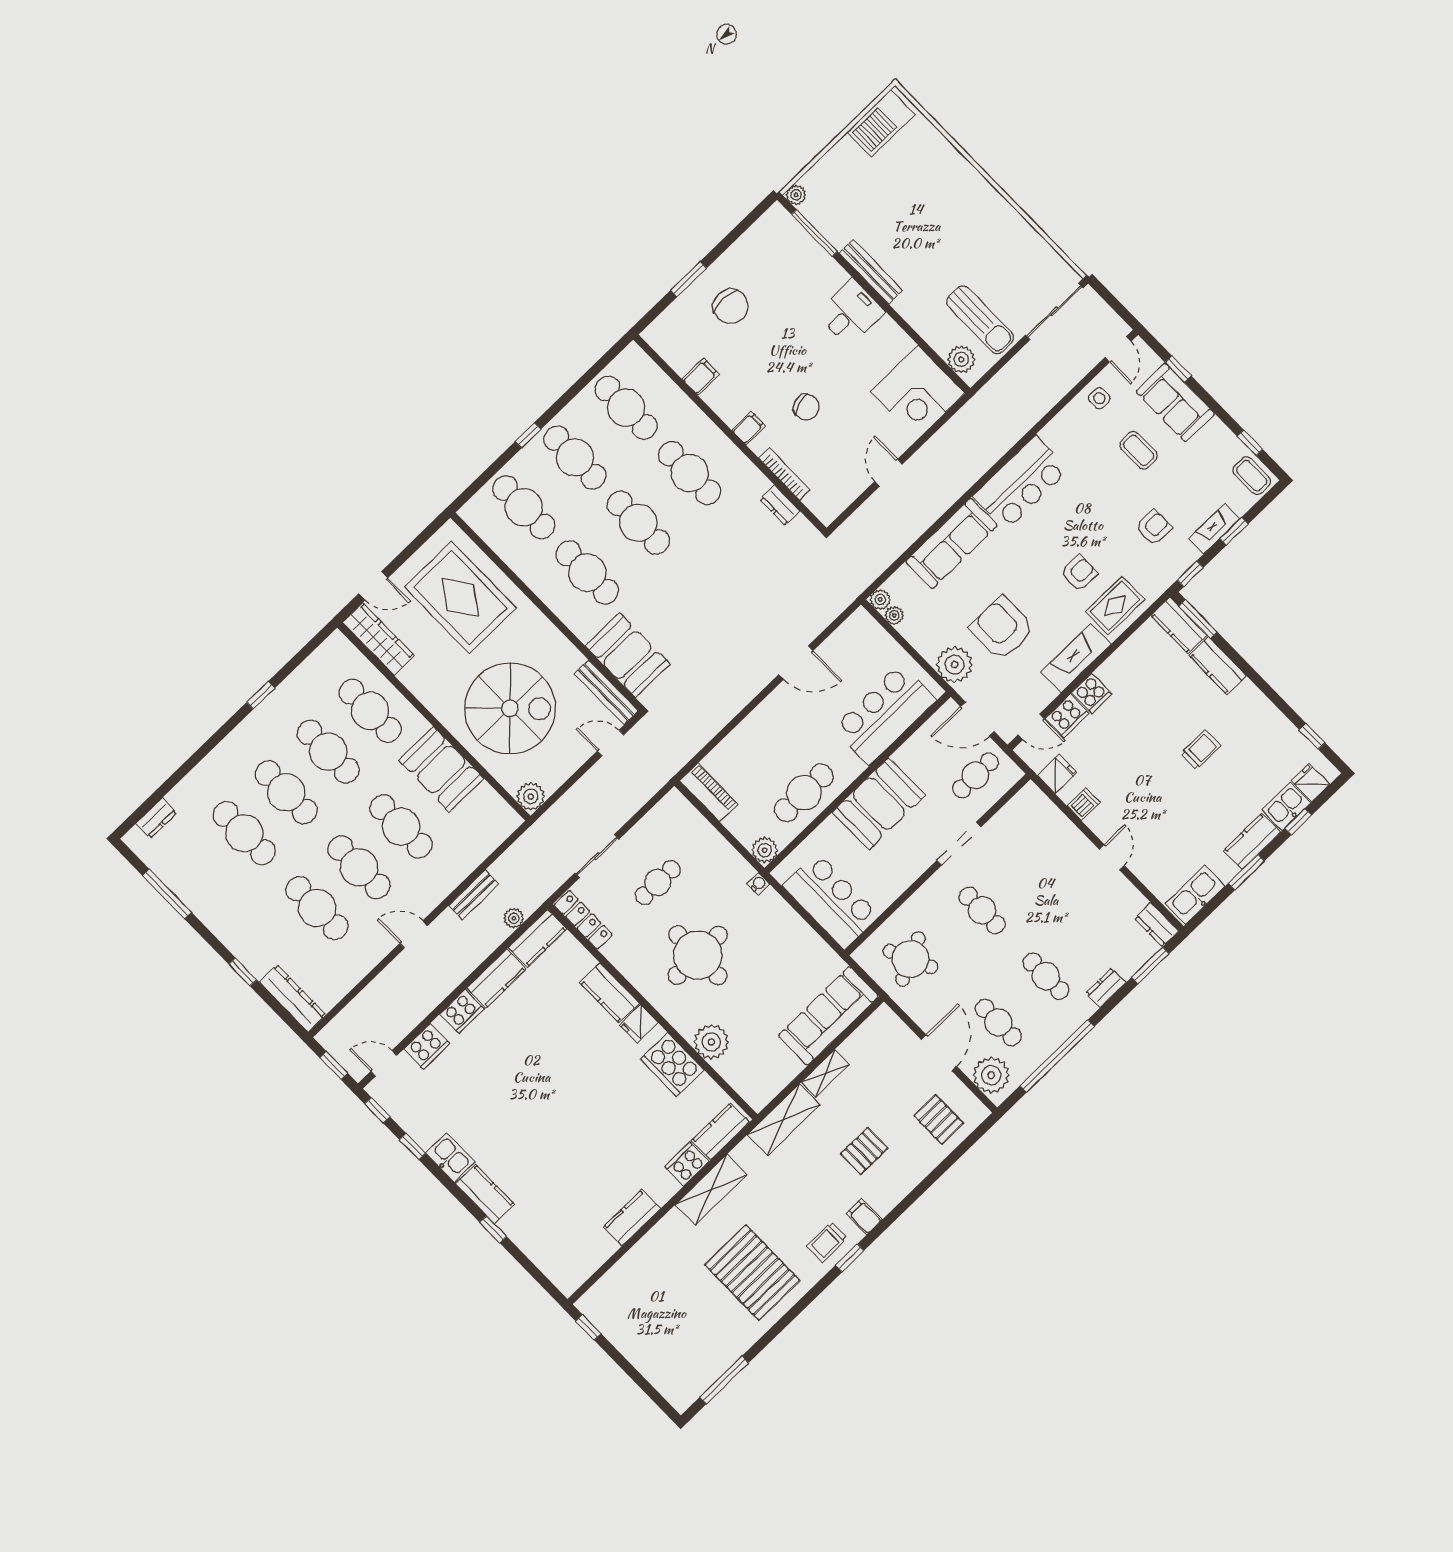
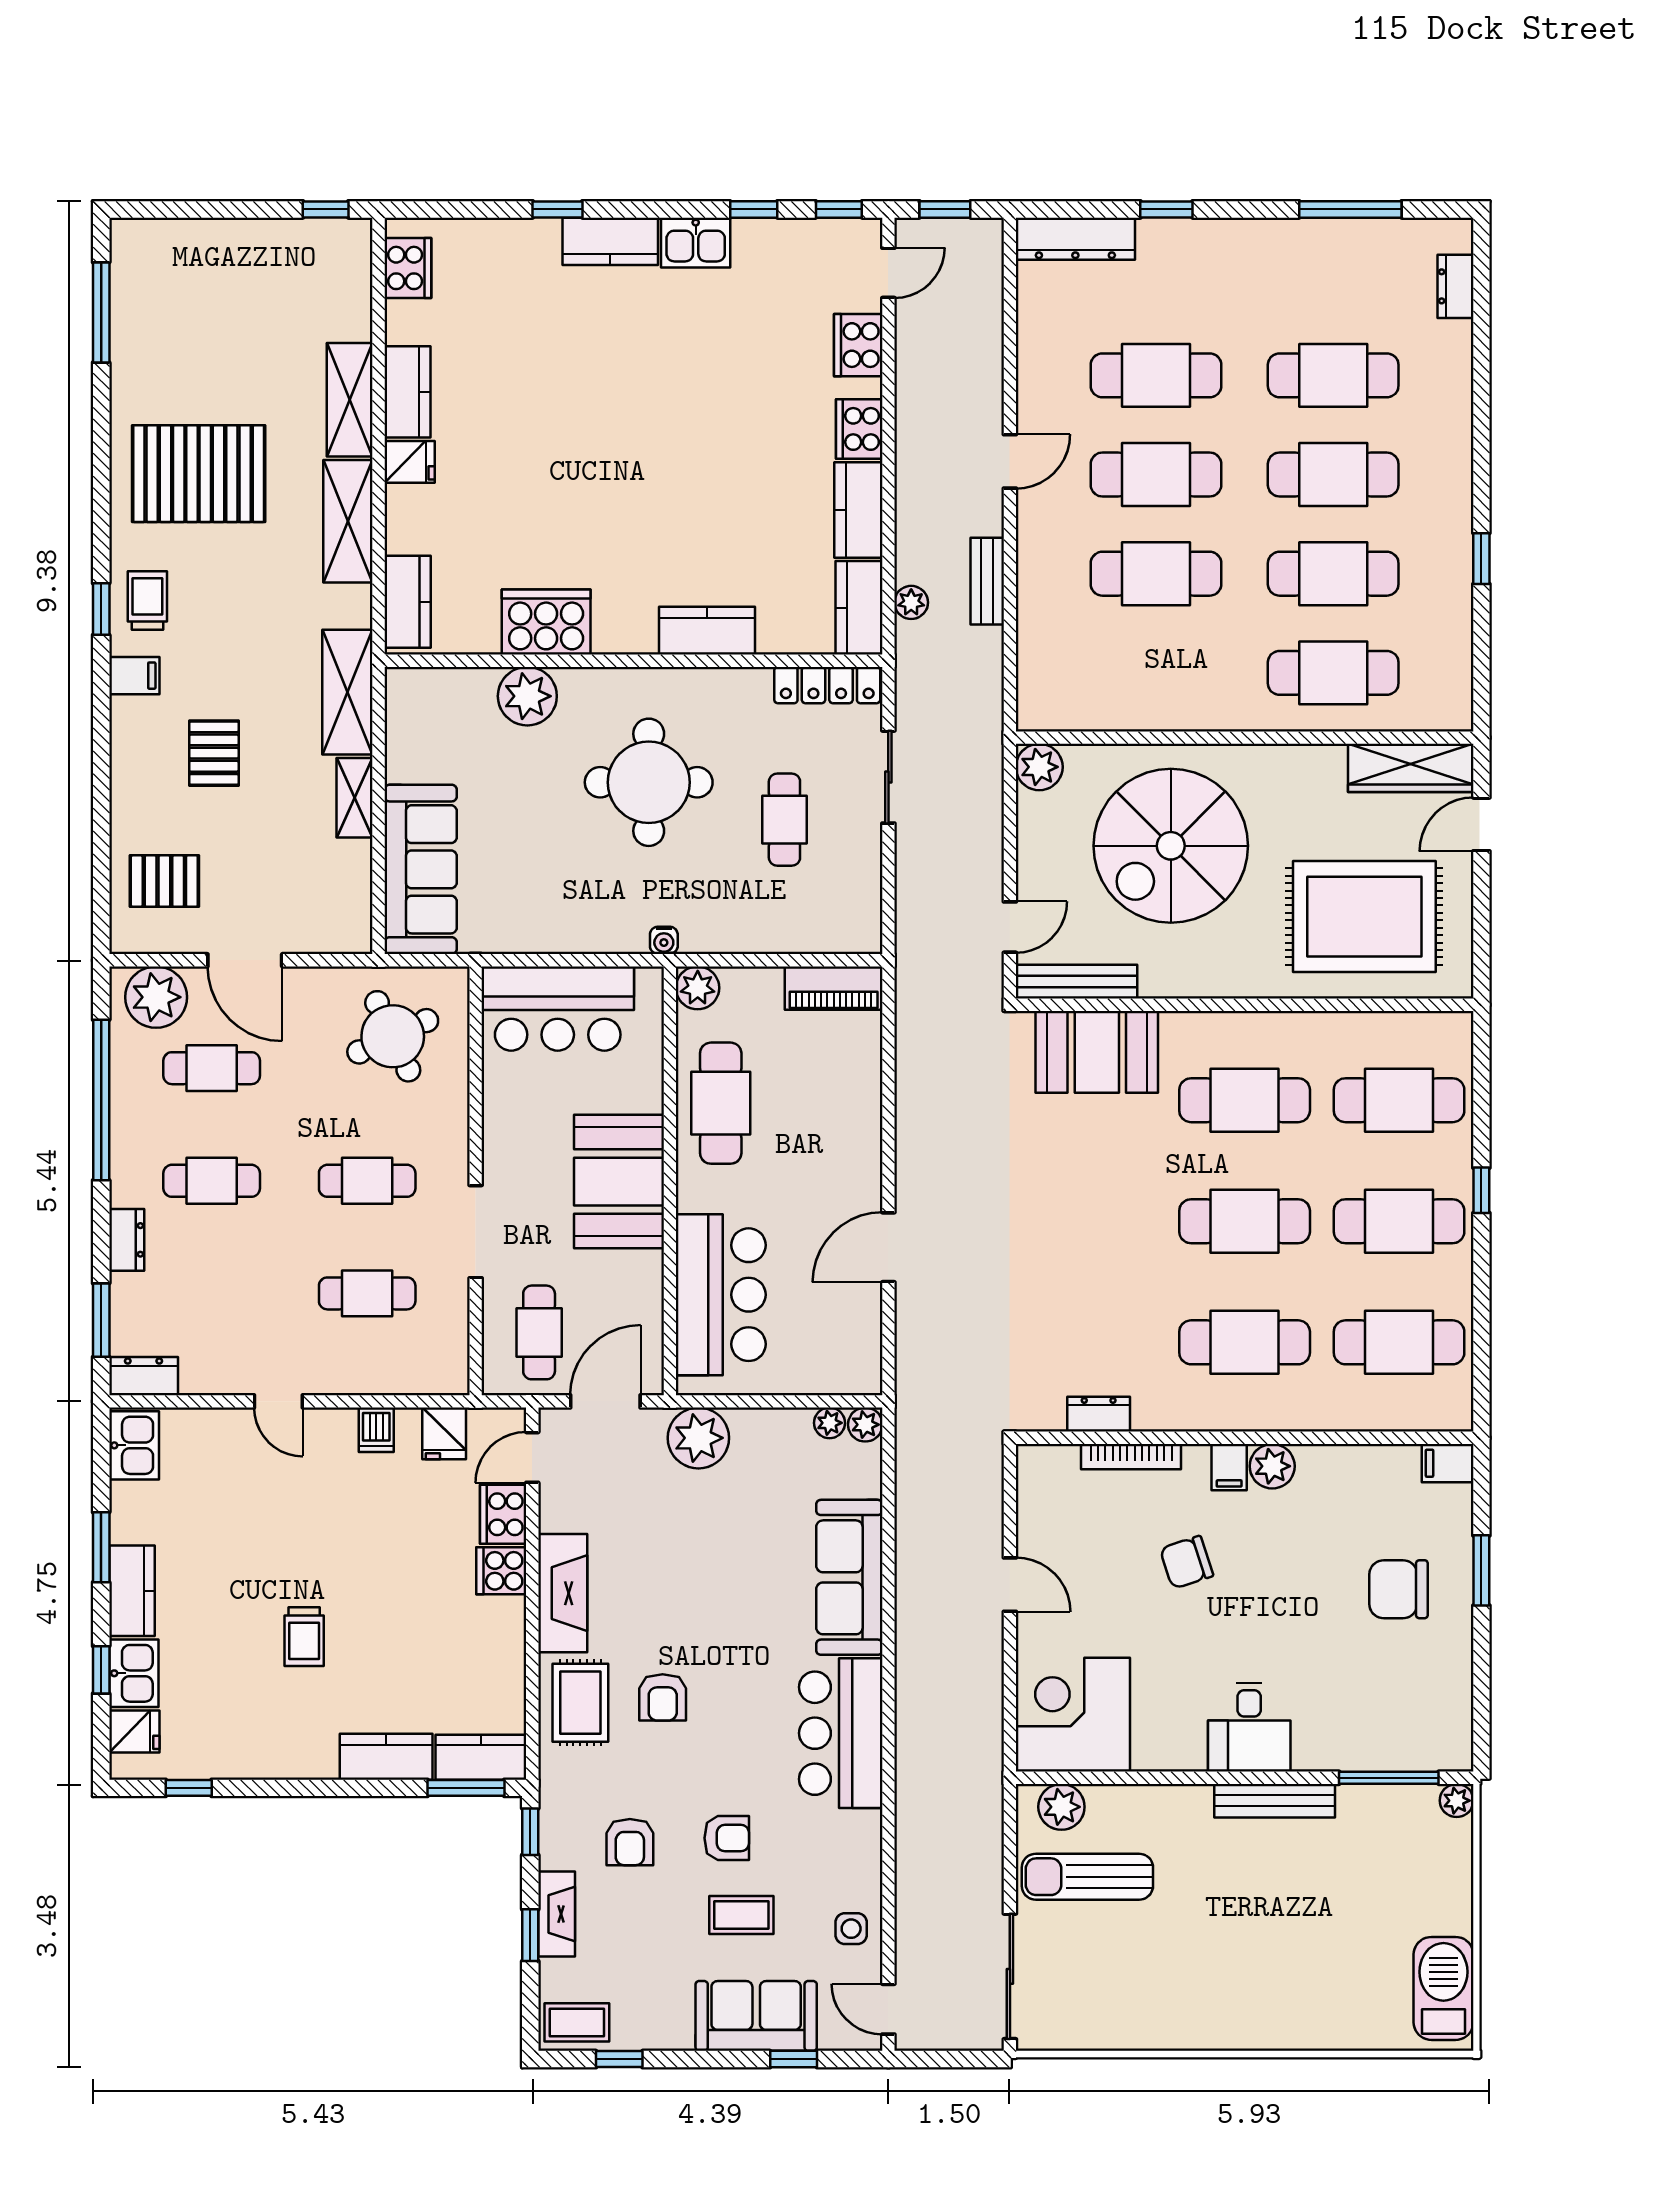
filing cabinet: (701, 377) -> (1448, 1463), moved, turned 90
plant: (731, 410) -> (1272, 1466), added
armchair: (1002, 628) -> (727, 1838), moved, width x0.53, depth x0.53
booth: (441, 769) -> (1178, 690), removed
cafe table: (1030, 864) -> (367, 1293), added
kitchen sink: (1195, 895) -> (134, 1445), width x0.73
fridge: (639, 1024) -> (410, 462), moved, turned 90
cooker: (687, 1164) -> (408, 268), moved
shelving: (659, 1239) -> (350, 400), added

